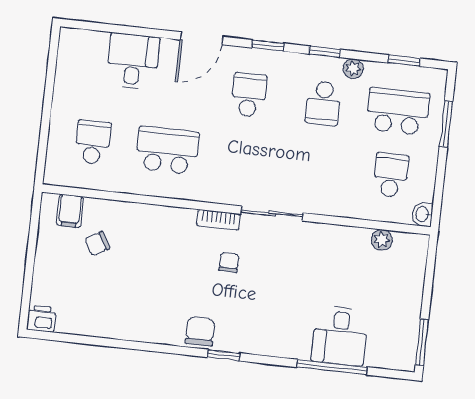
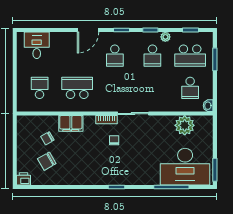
desk: (133, 61) -> (37, 45), moved
school desk: (249, 95) -> (115, 56), turned 180
school desk: (398, 111) -> (190, 56), turned 180
school desk: (391, 175) -> (190, 88), turned 180
filing cabinet: (70, 211) -> (71, 123), moved, width x2.00
plant: (382, 240) -> (185, 125), width x1.87, depth x1.87
chair: (200, 332) -> (47, 161), moved, turned -120
desk: (340, 336) -> (185, 167), width x1.87, depth x1.30

